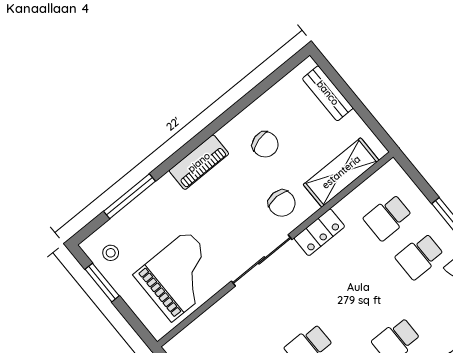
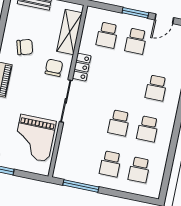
chair: (282, 203) -> (54, 68), turned -90
grand piano: (180, 276) -> (34, 138), turned 180

